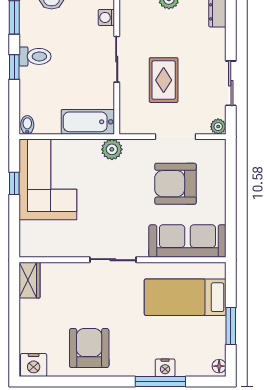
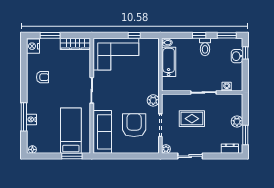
bathtub: (88, 122) -> (169, 62), moved
plant: (112, 149) -> (153, 100), moved
corner sofa: (48, 179) -> (116, 54), moved
wardrobe: (29, 280) -> (75, 44), width x1.50
window: (231, 326) -> (72, 156), moved
window: (14, 334) -> (50, 35), added
armchair: (89, 348) -> (43, 77), width x0.53, depth x0.53

